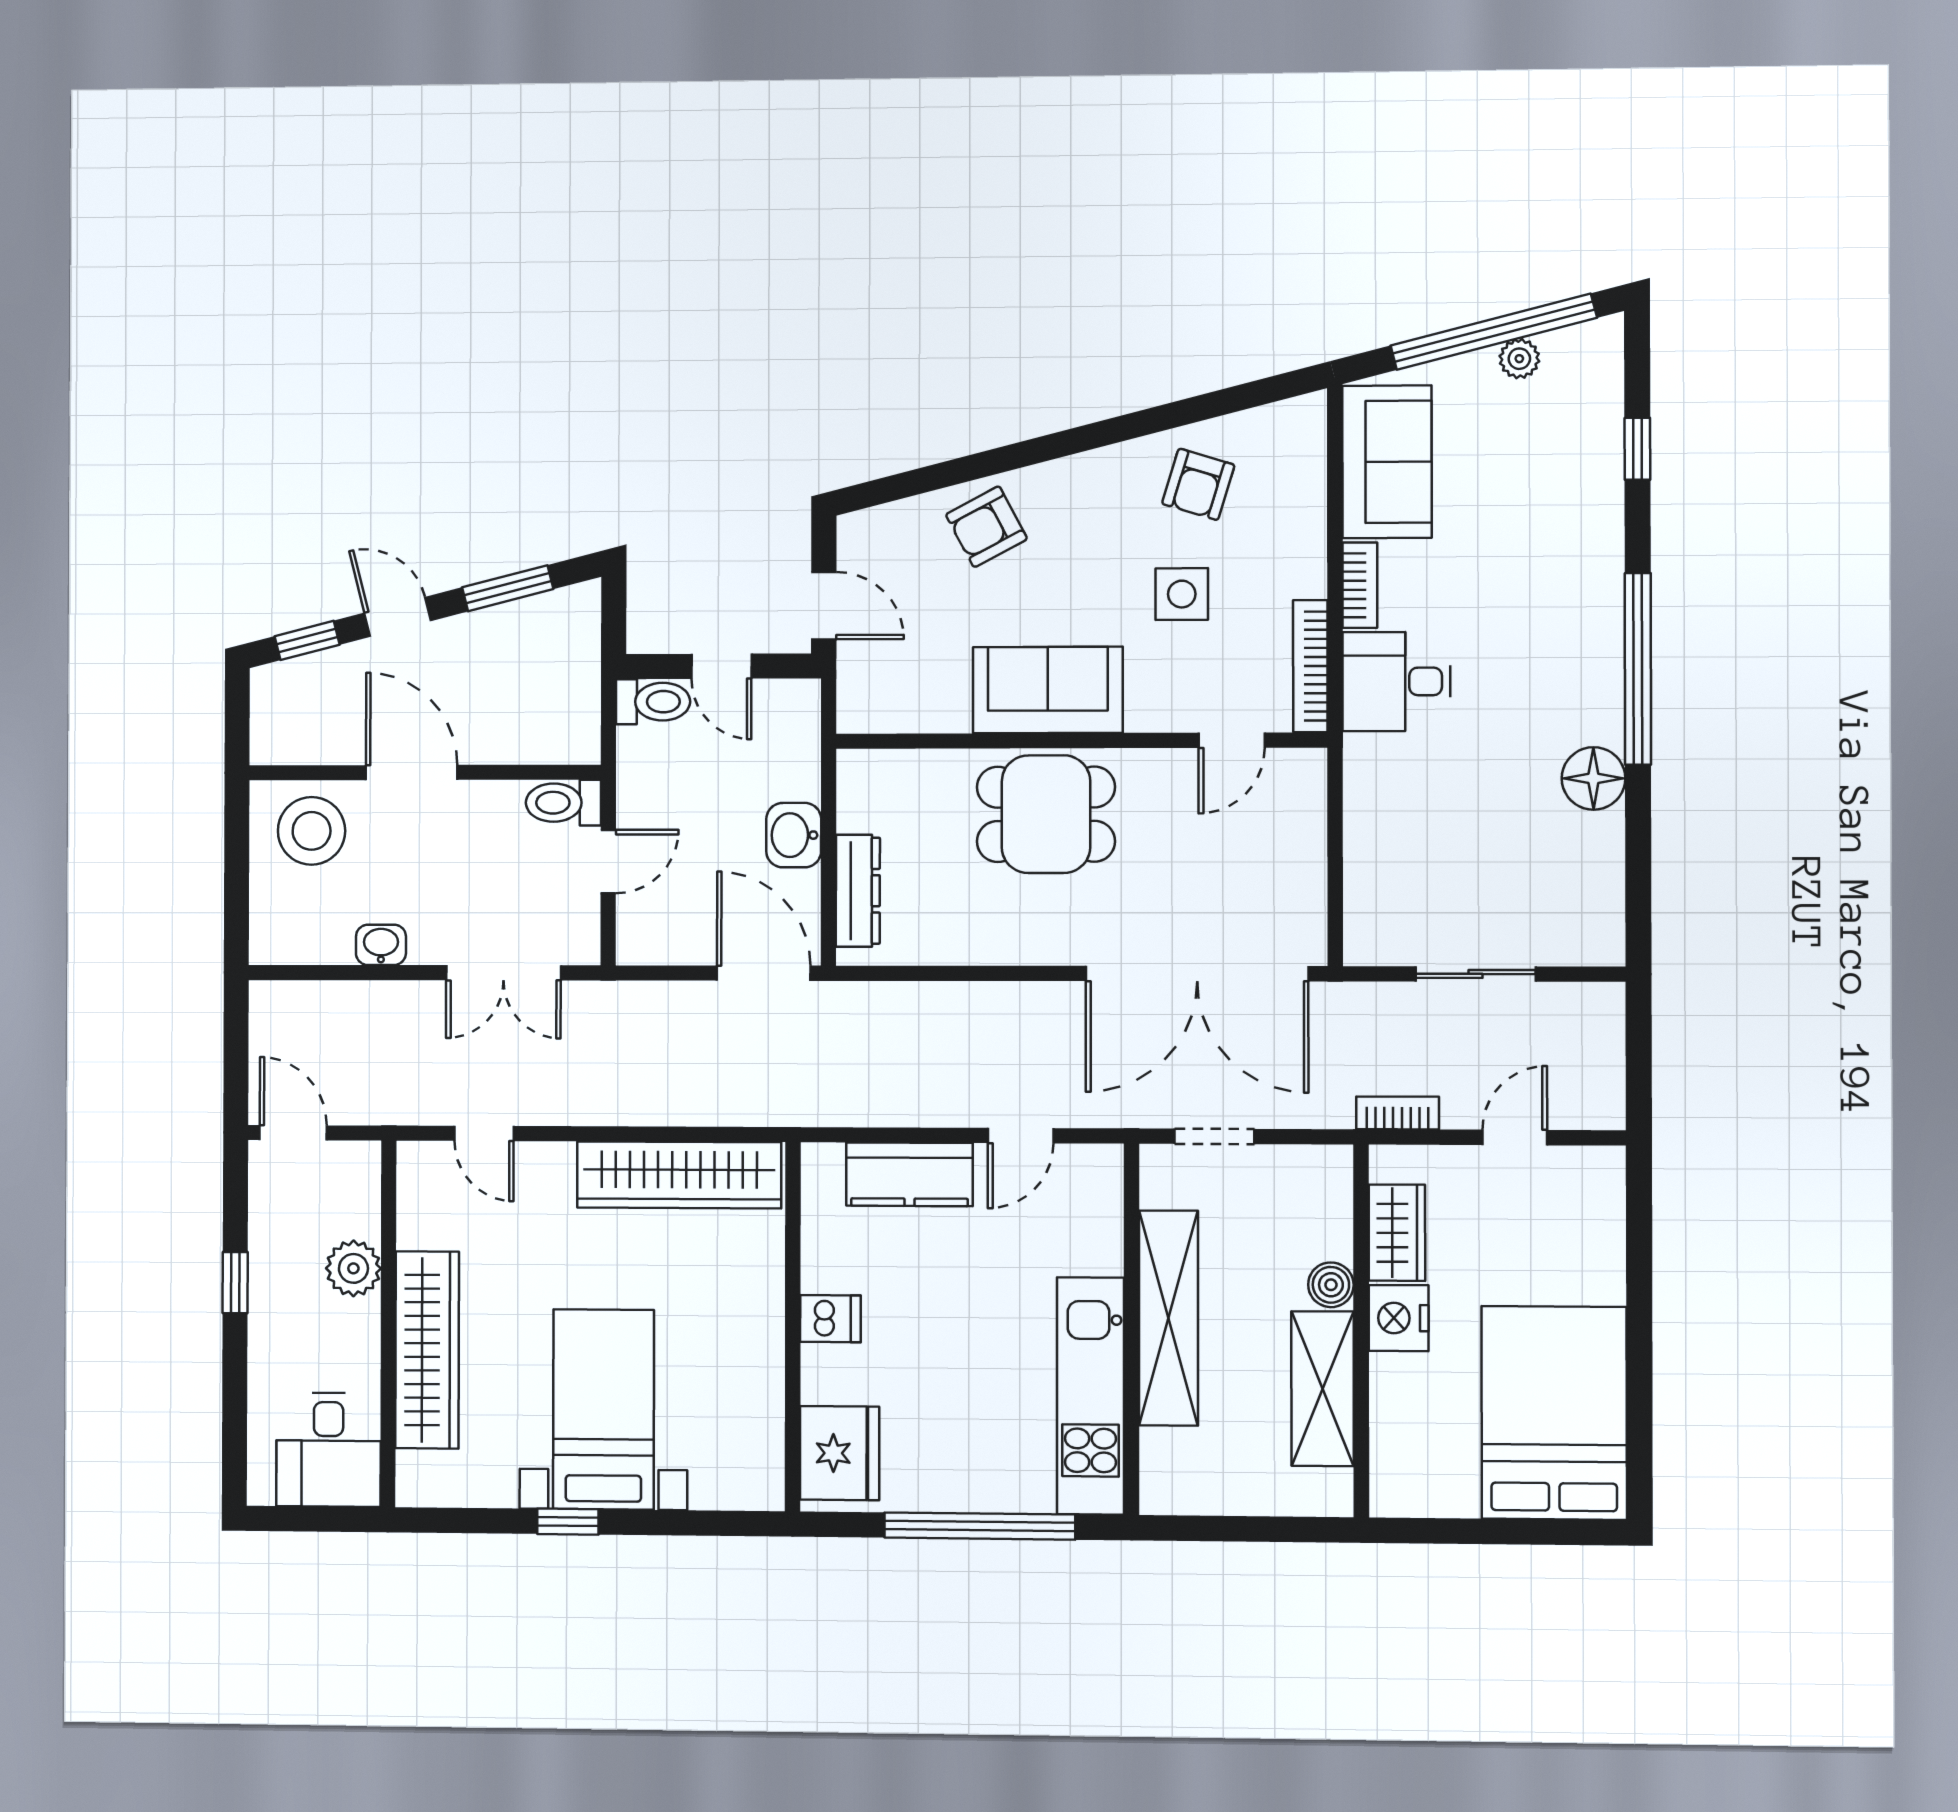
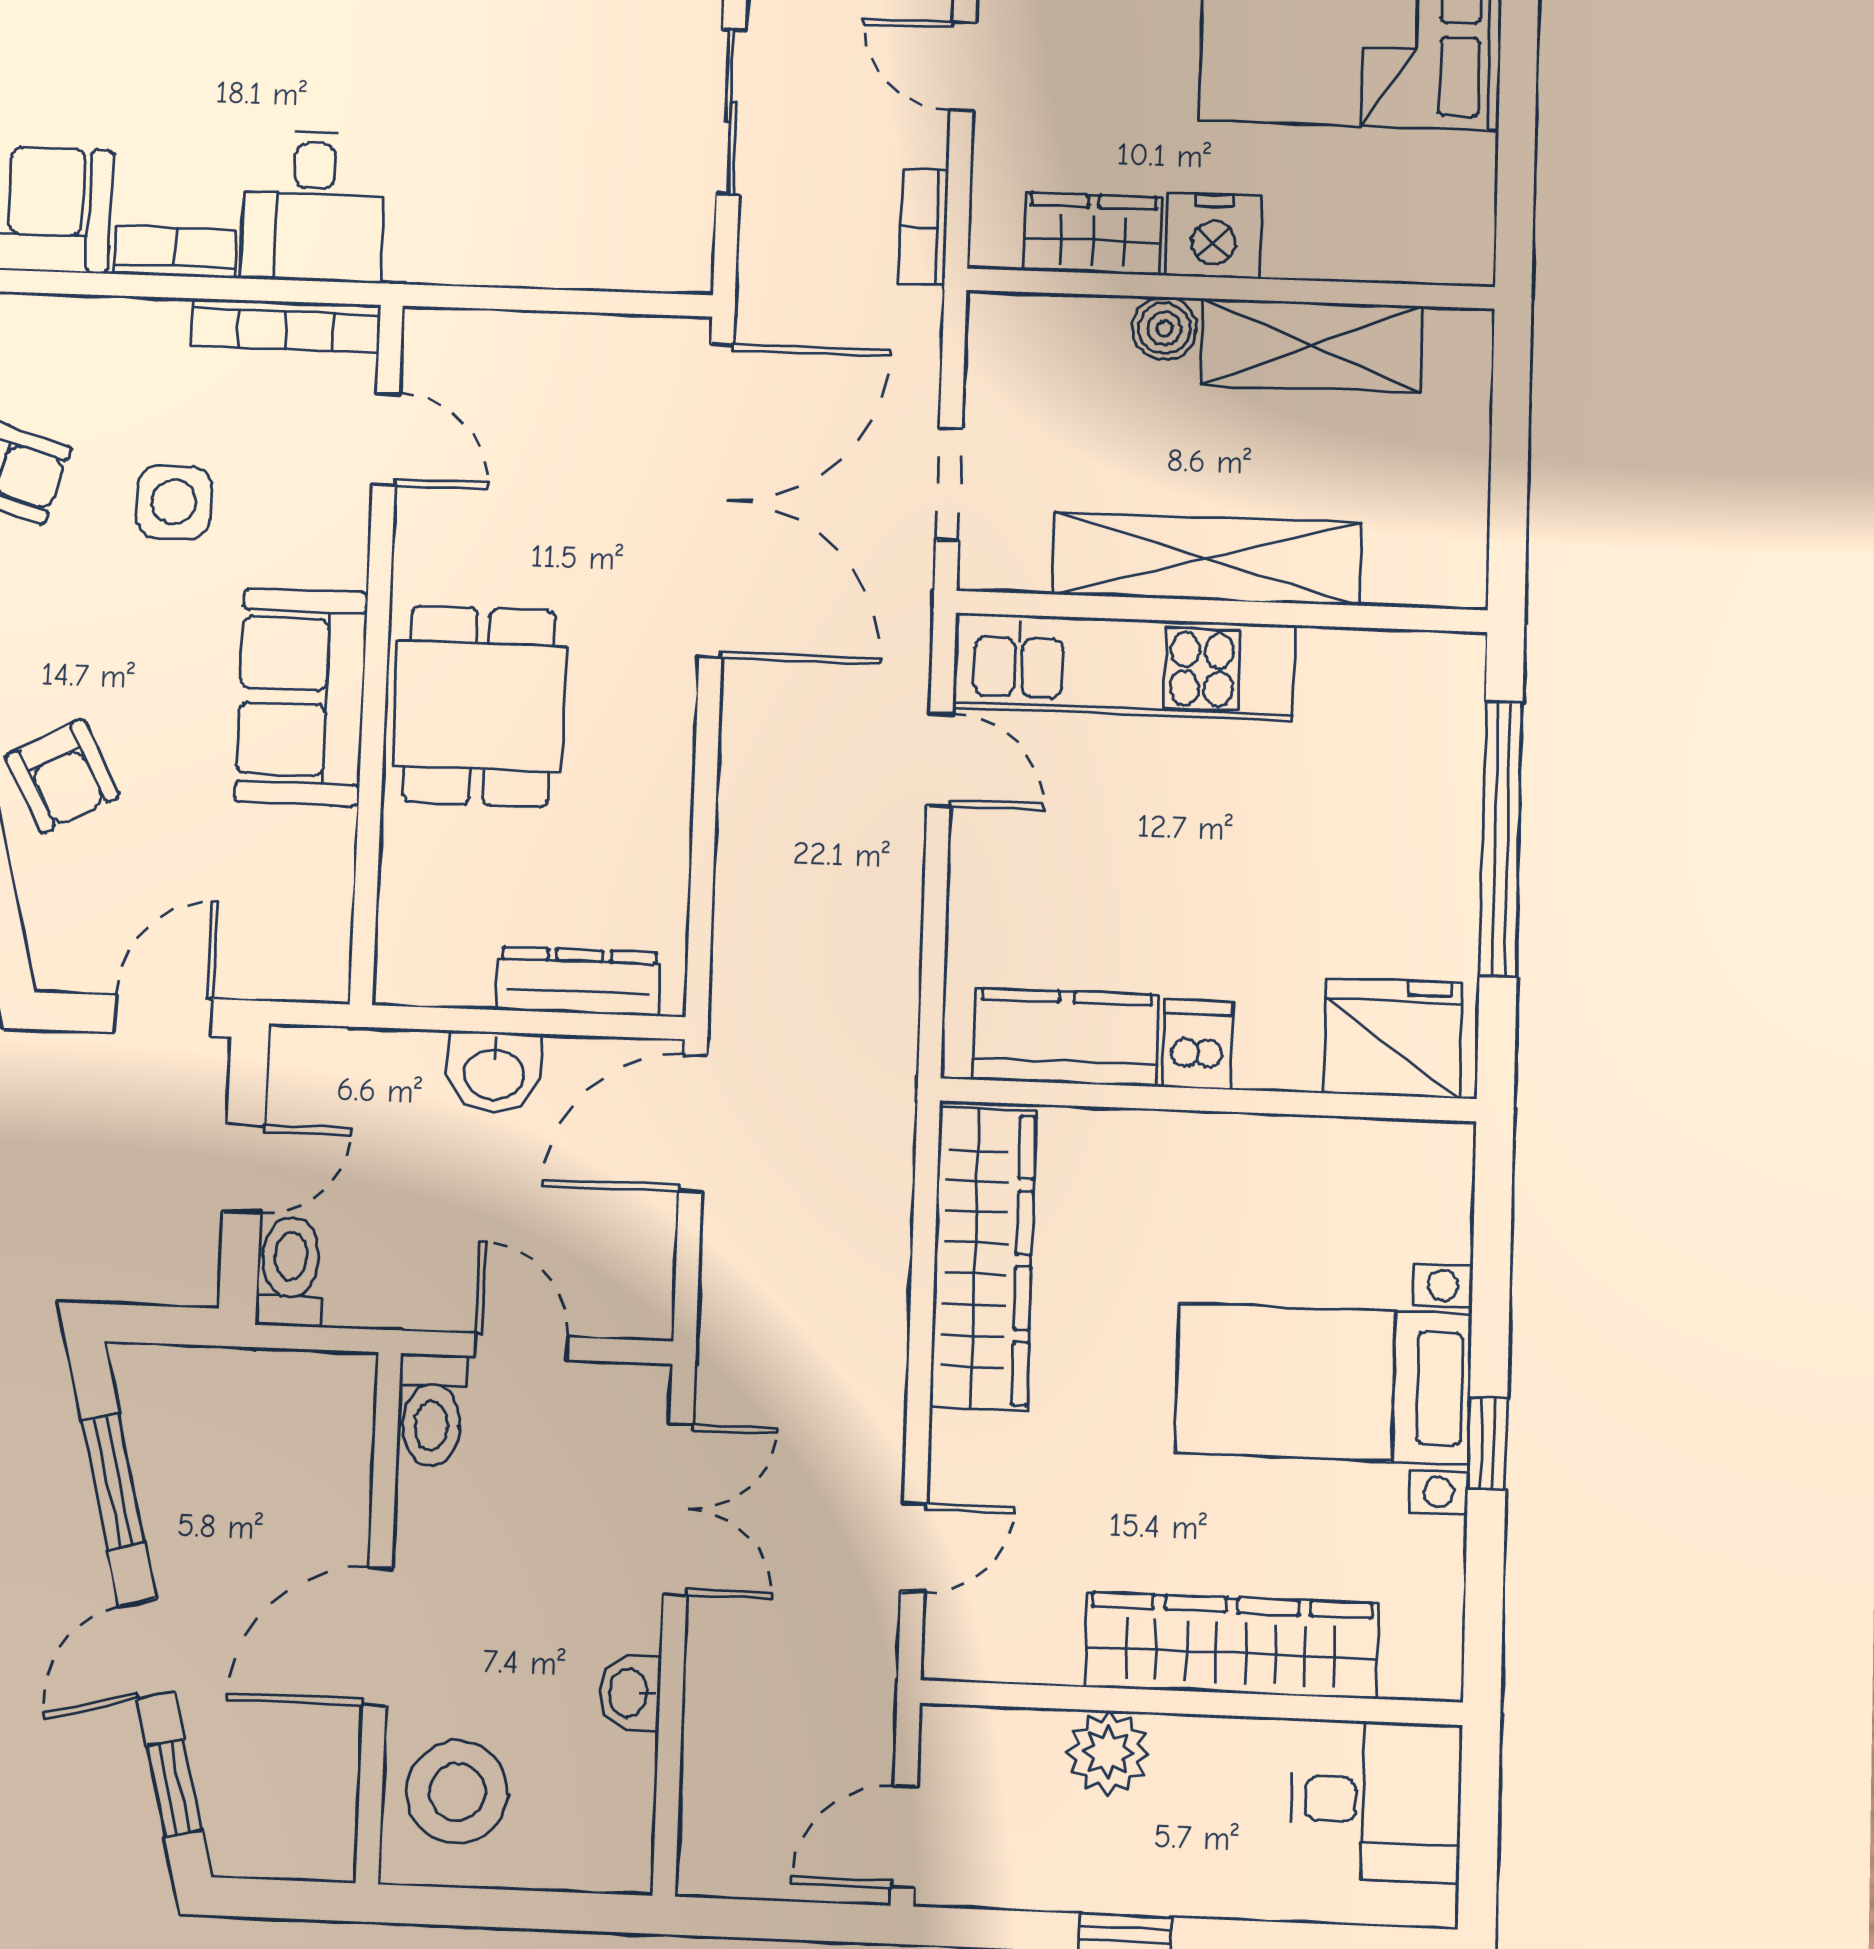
kitchen counter: (909, 1174) -> (1066, 1037), moved, turned -90
kitchen unit: (1090, 1396) -> (1124, 666), moved

